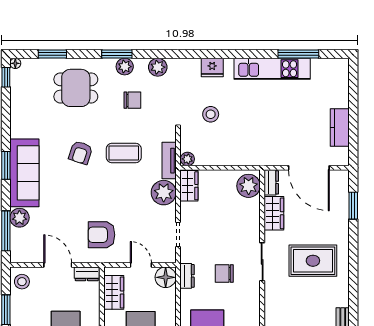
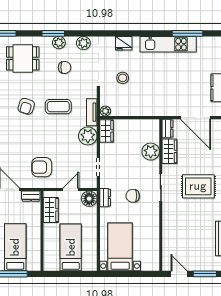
plant: (249, 186) -> (151, 152), moved
door: (141, 265) -> (71, 190), hinge flipped

